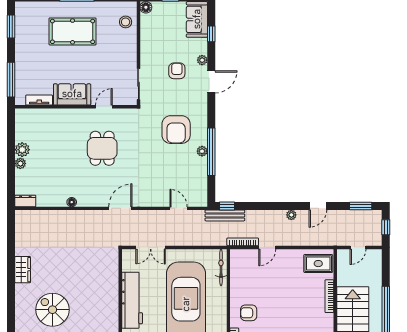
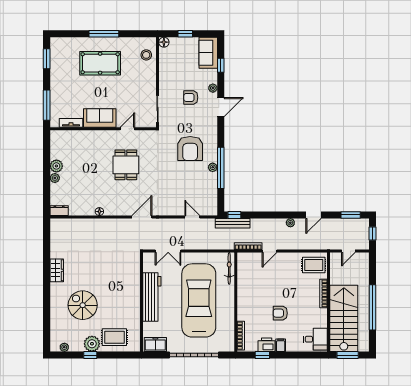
armchair: (177, 71) -> (191, 97), turned -90
armchair: (249, 313) -> (280, 313), moved

